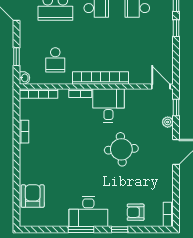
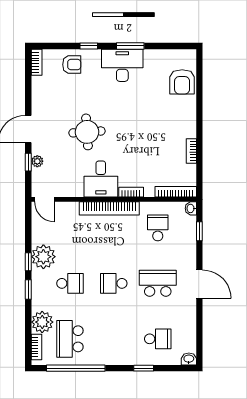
plant: (162, 33) -> (43, 257), added
window: (176, 108) -> (28, 162), moved

